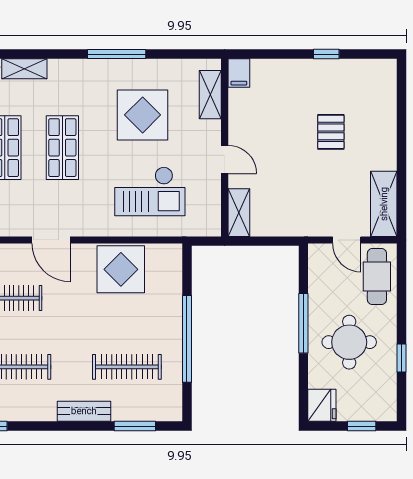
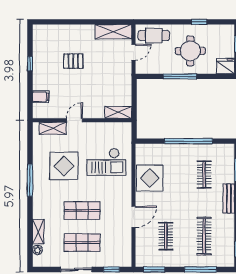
filing cabinet: (239, 73) -> (41, 97), moved
door: (225, 159) -> (74, 120), moved
checkout: (150, 191) -> (106, 162), turned 90
clothes rail: (127, 367) -> (204, 175), width x0.73

